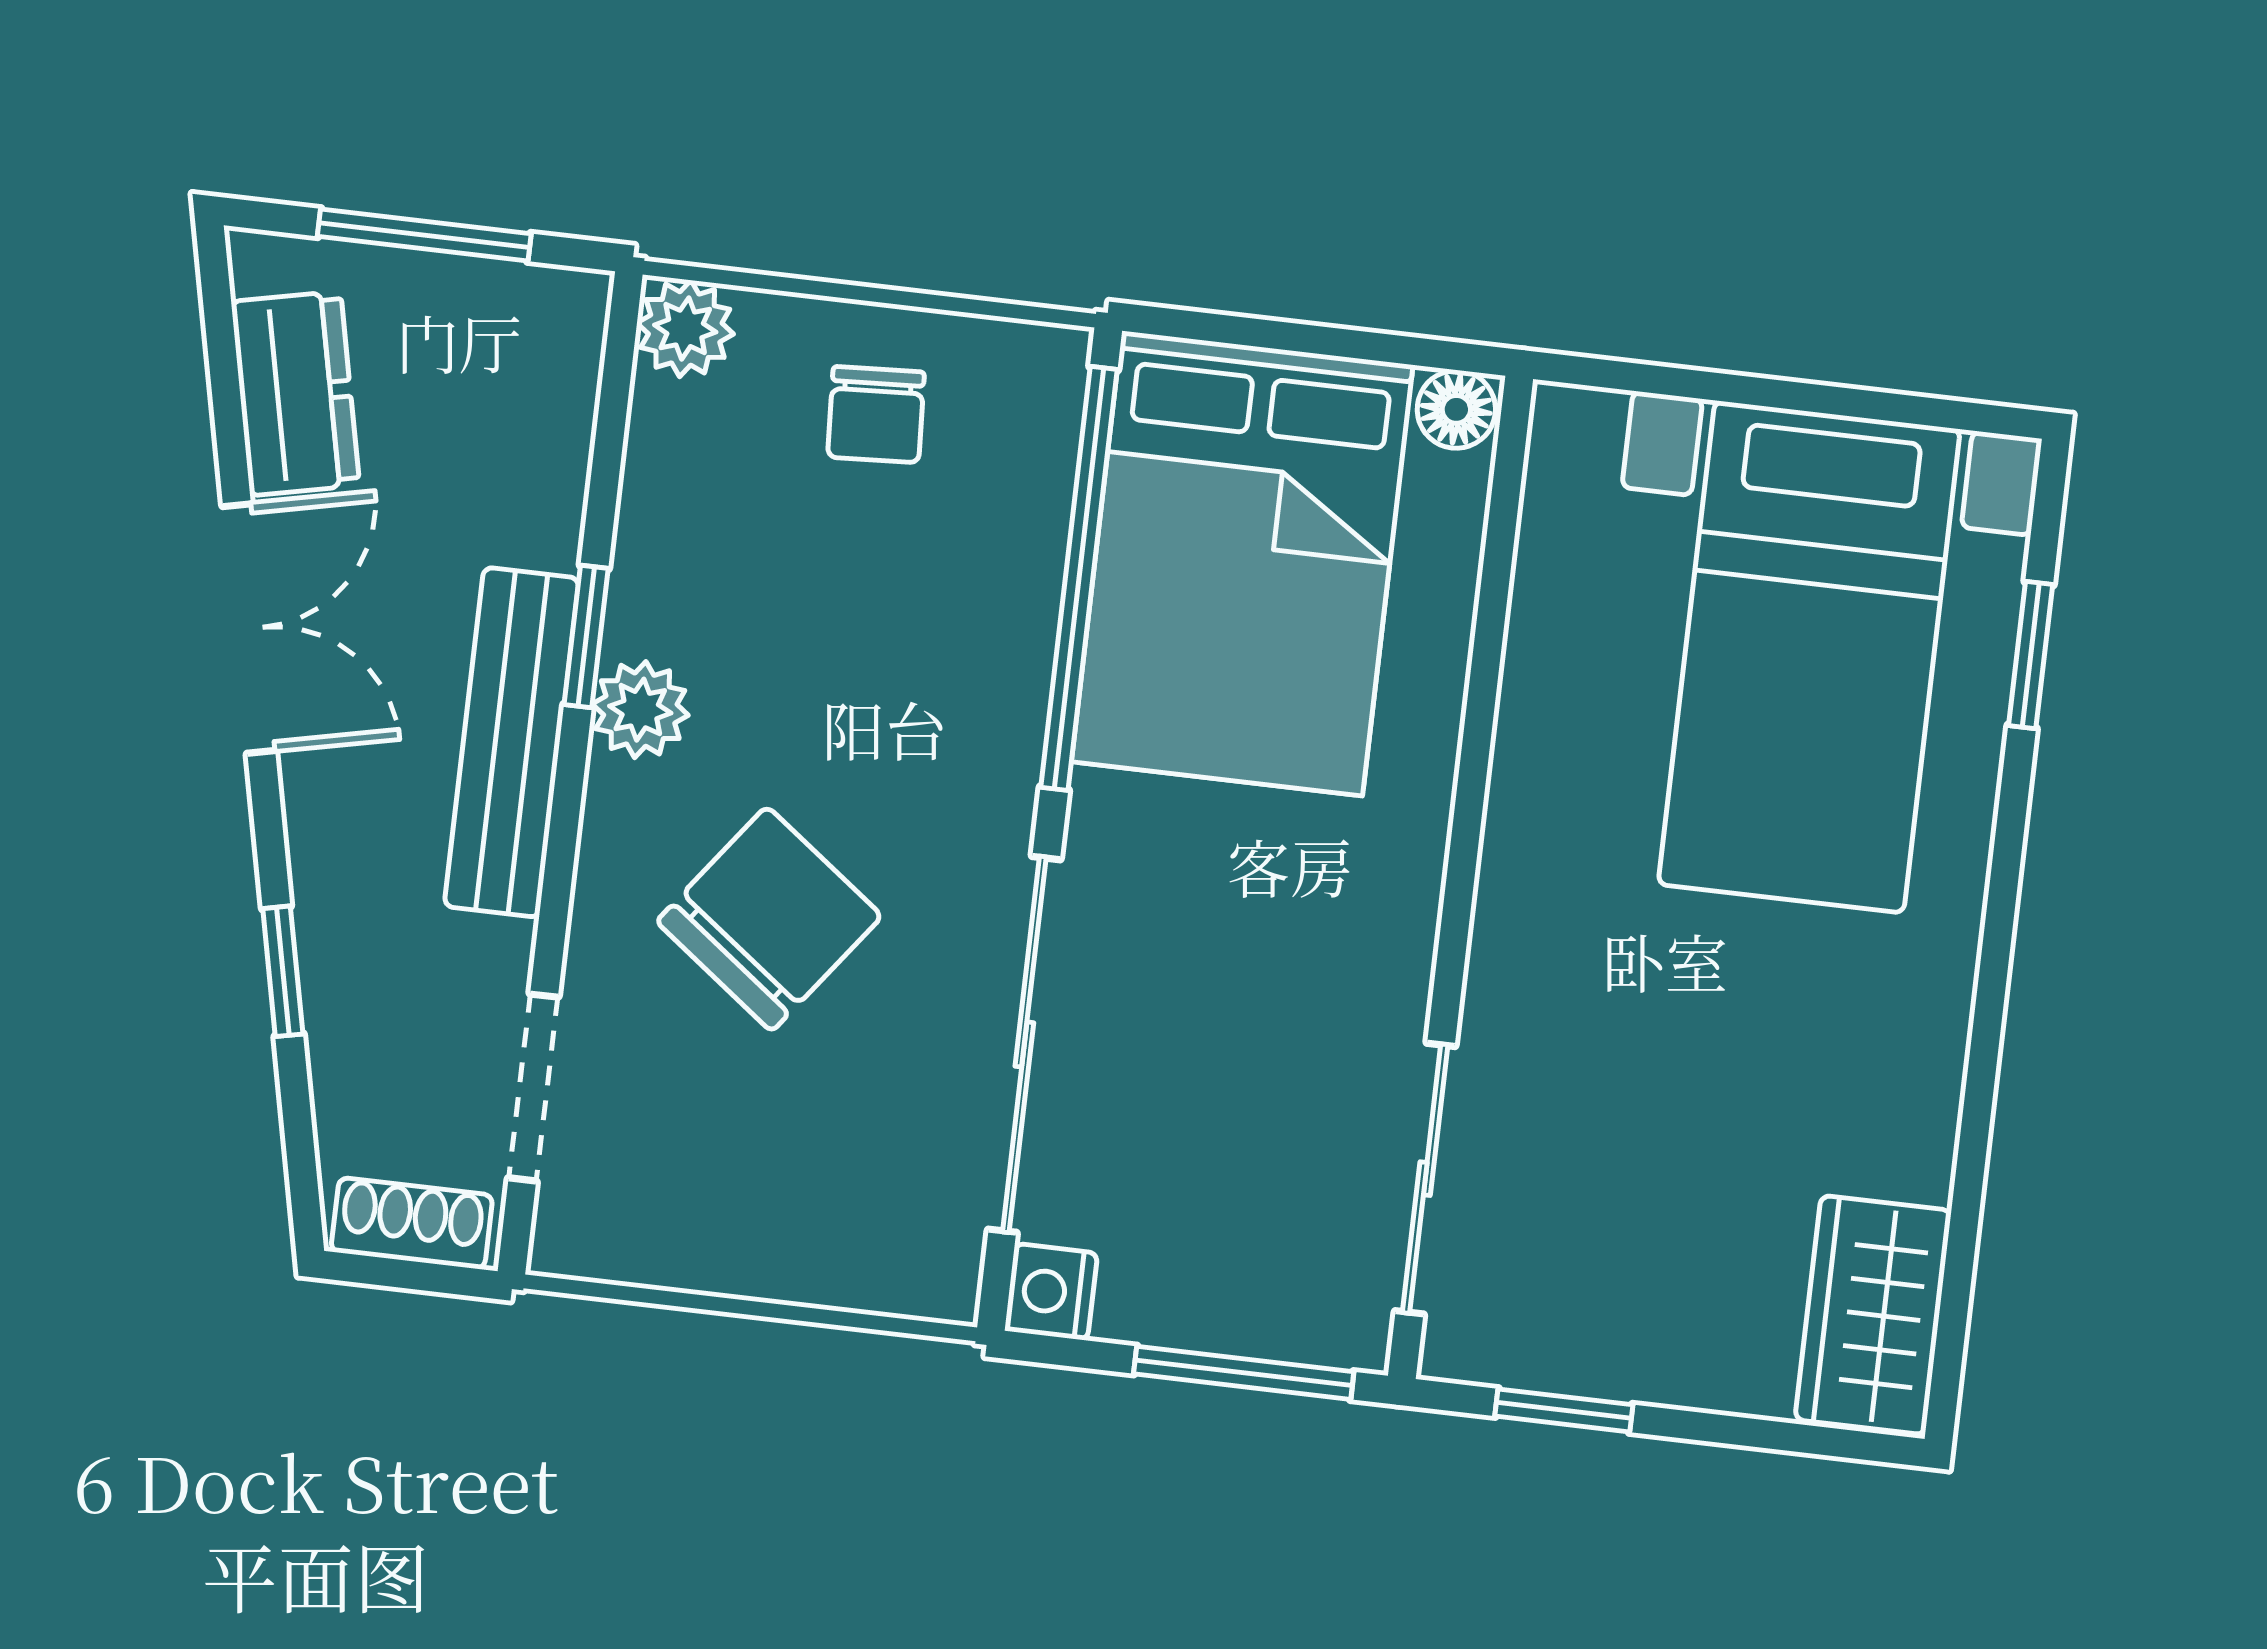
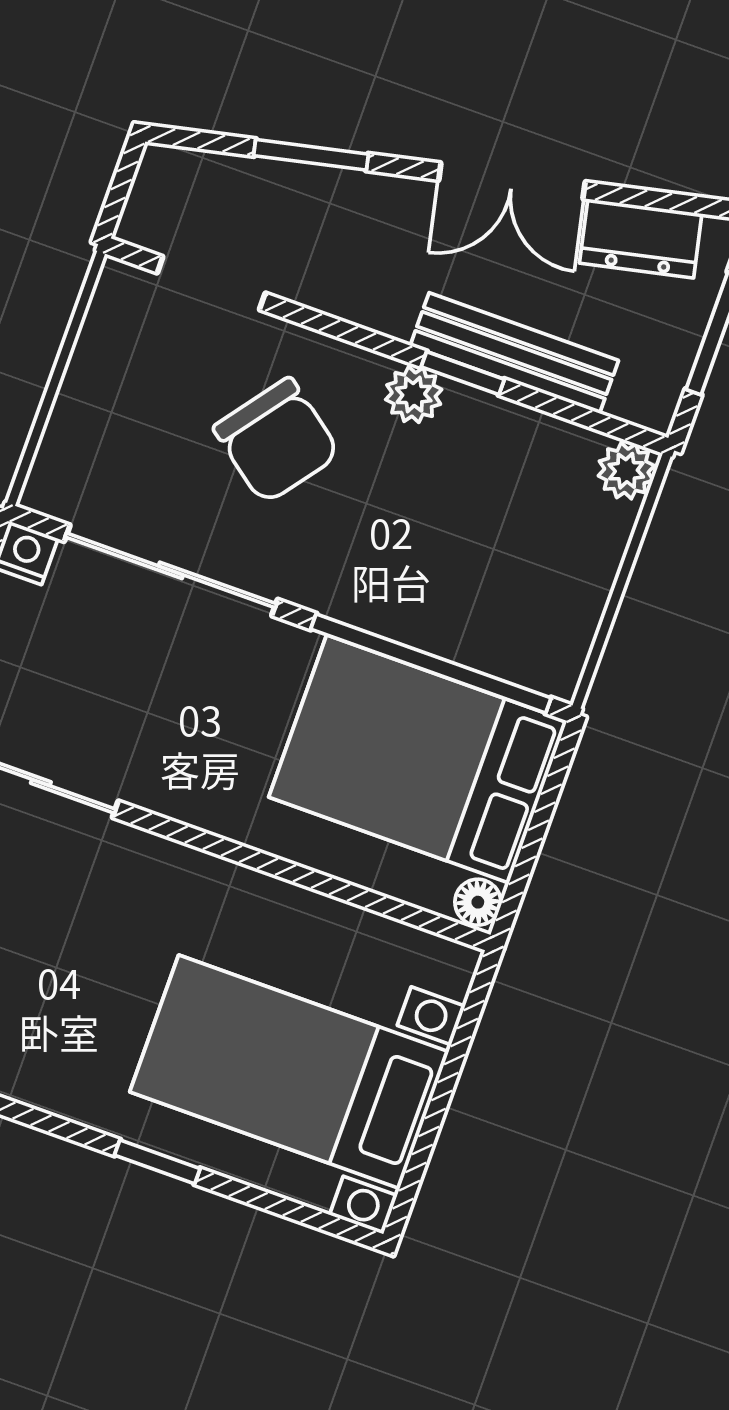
chair: (876, 415) -> (552, 569), removed
window: (2031, 655) -> (157, 1162), moved
bench: (512, 742) -> (514, 353), moved
window: (283, 971) -> (311, 155), width x1.50
shoe rack: (412, 1223) -> (149, 195), removed

